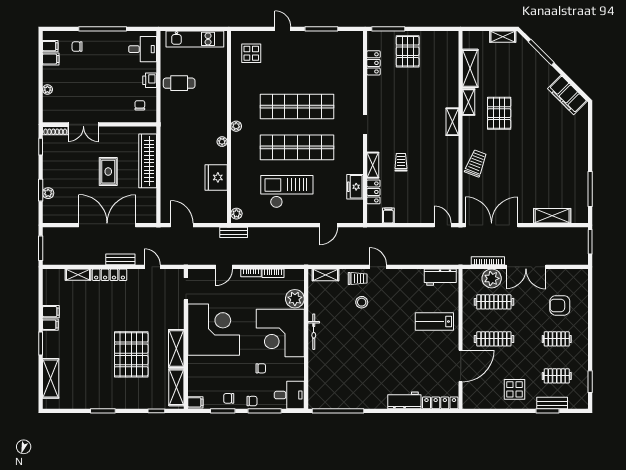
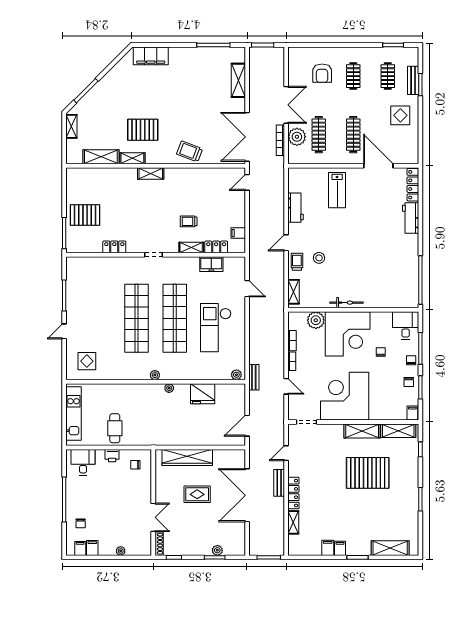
locker: (373, 63) -> (114, 247), moved
filing cabinet: (567, 95) -> (151, 56), moved, turned 45
workbench: (440, 277) -> (296, 208), moved

